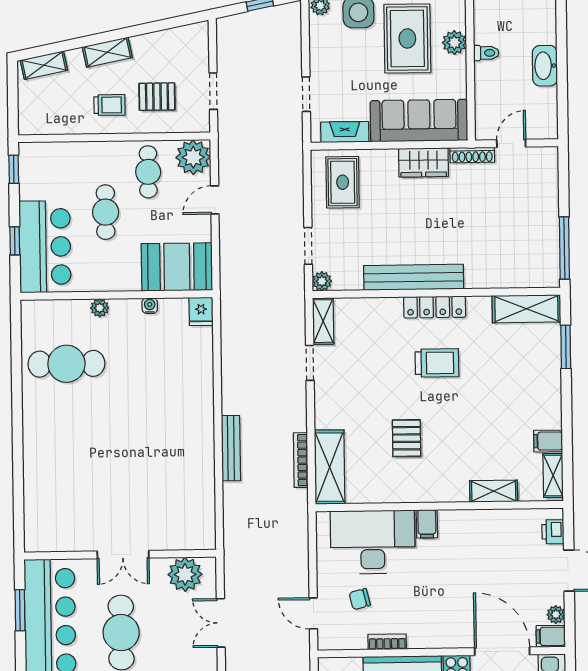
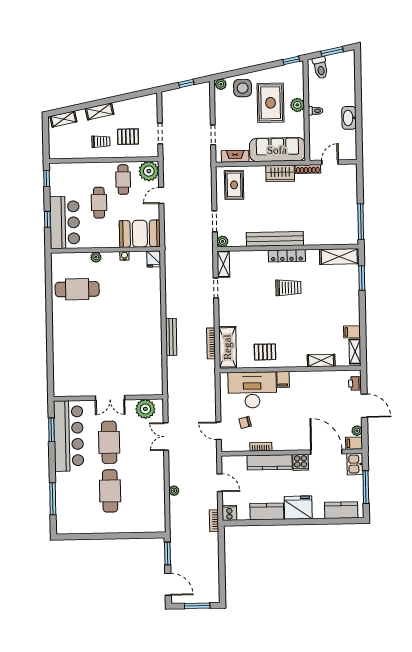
pallet: (407, 438) -> (265, 352), moved, turned 90

